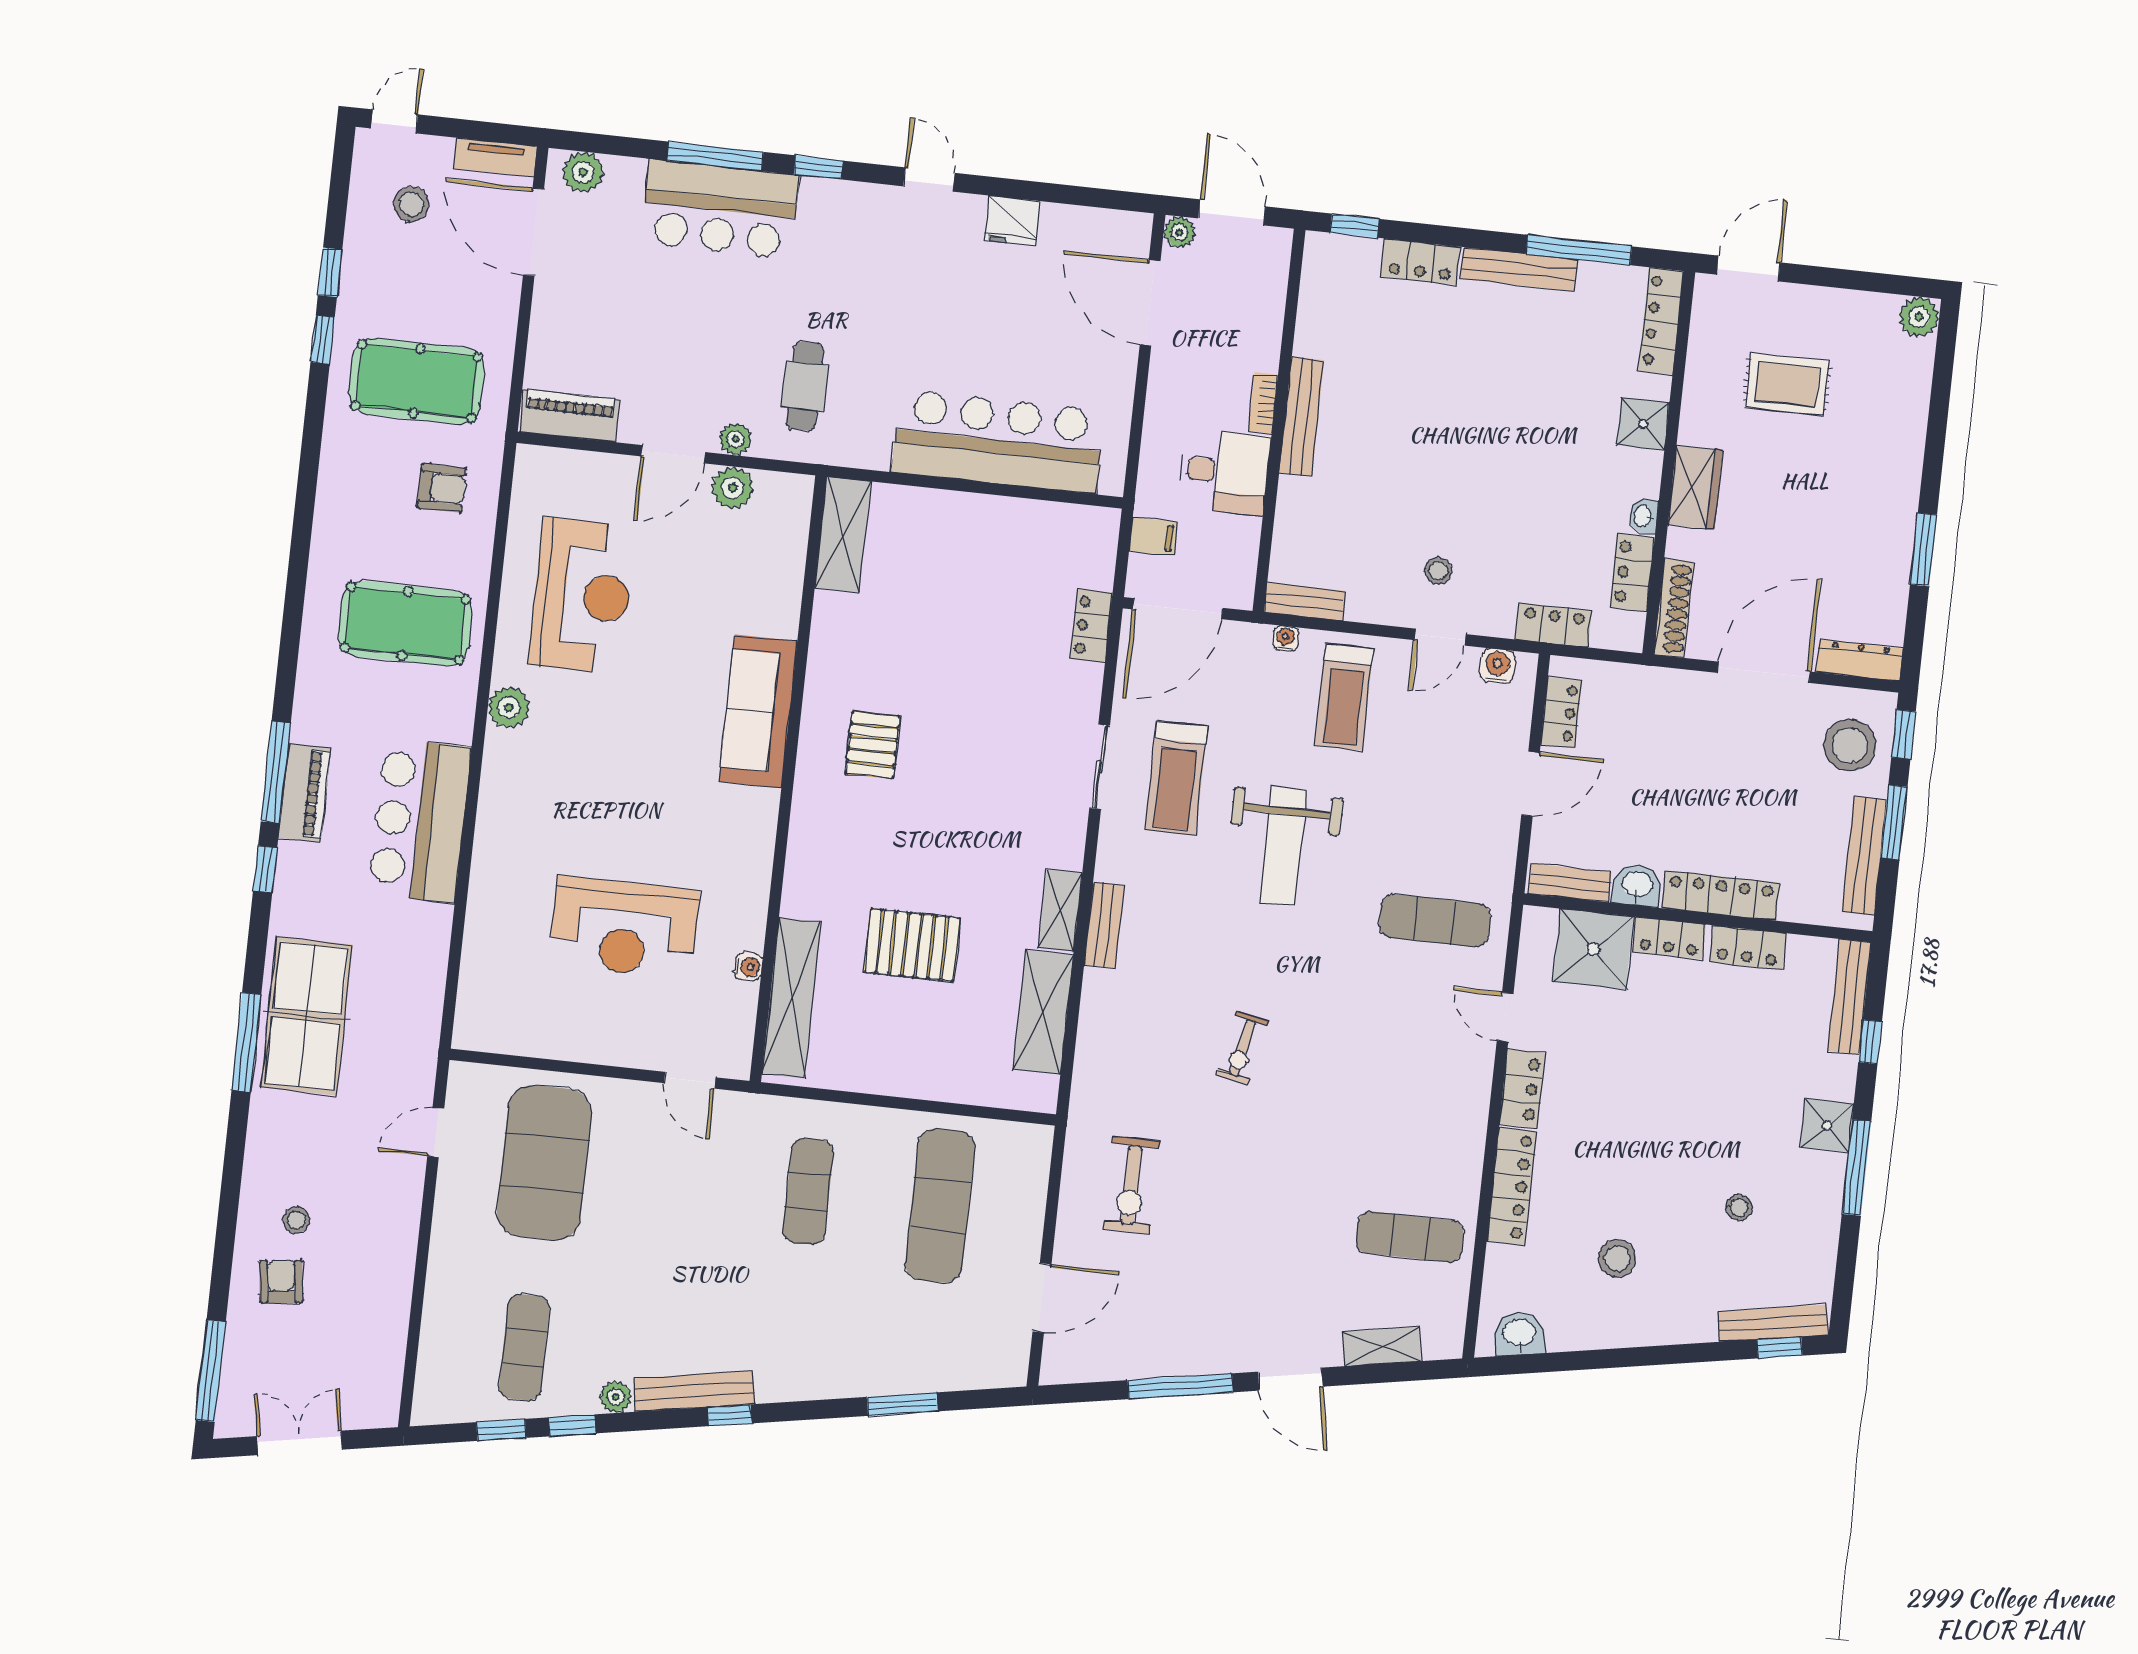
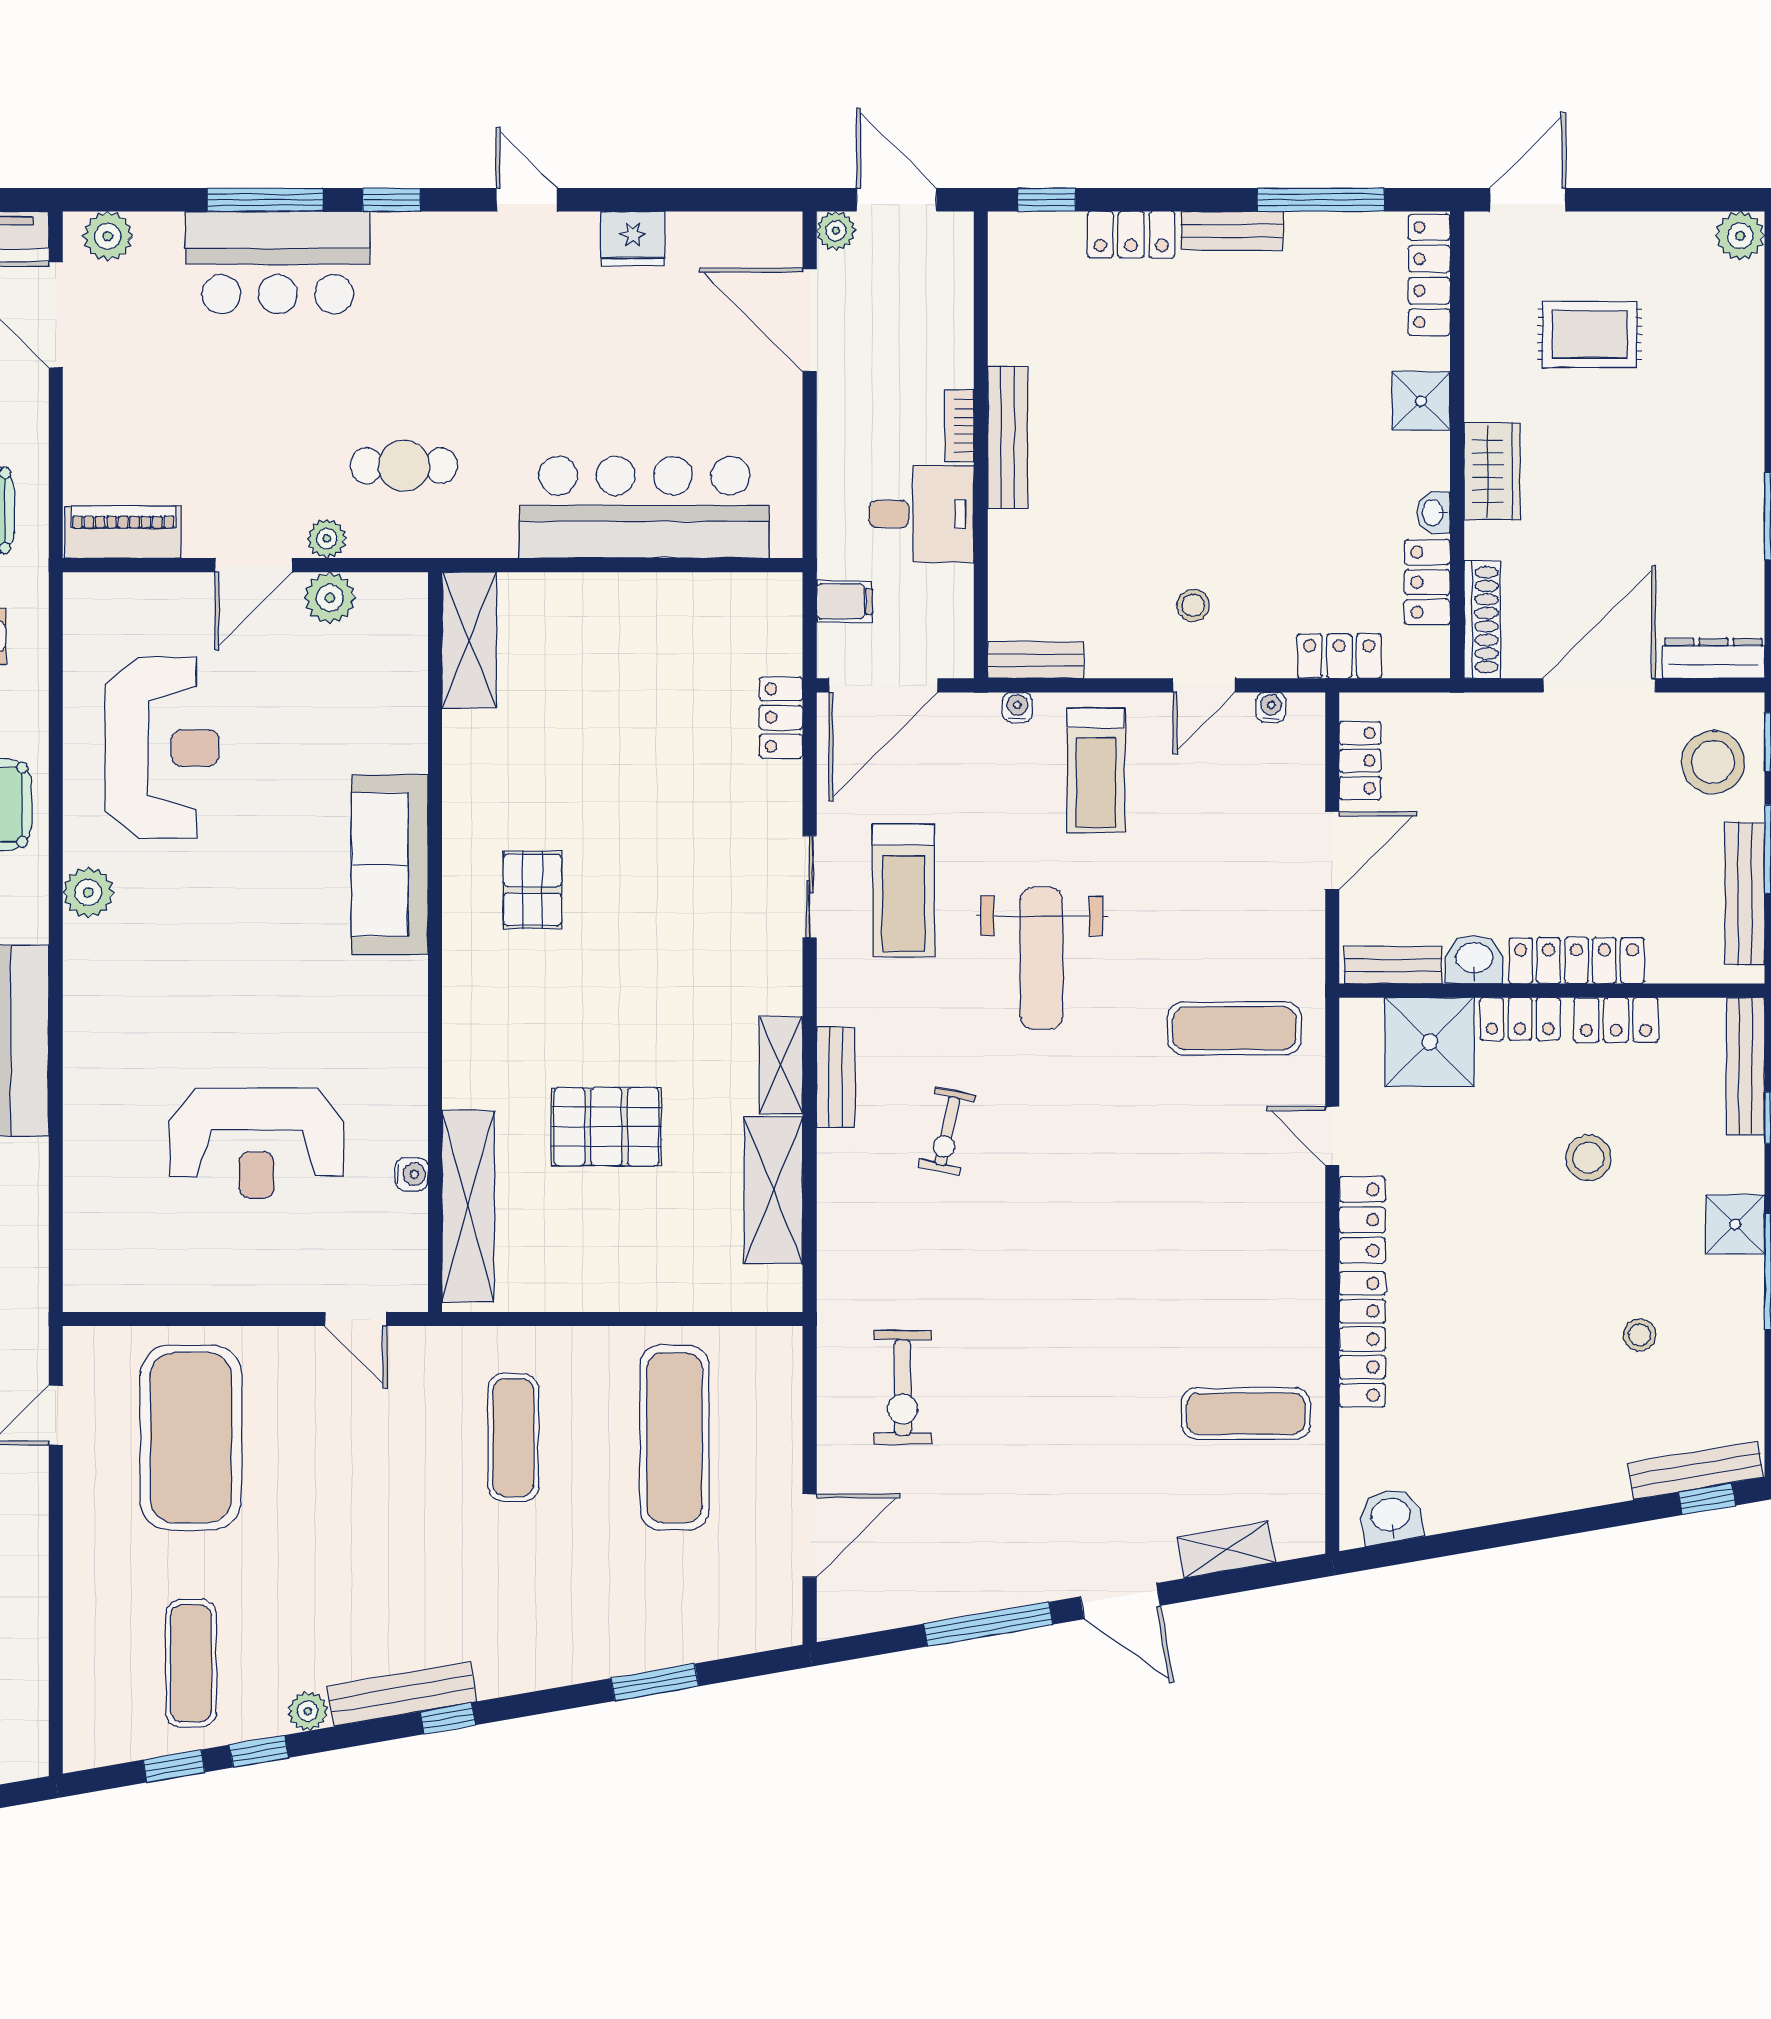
bench: (1519, 269) -> (1232, 231), width x0.73
cafe table: (805, 386) -> (404, 466), turned 90
water cooler: (1497, 666) -> (1271, 707), width x0.72, depth x0.72
exercise bike: (1242, 1048) -> (947, 1131), moved
stool: (1617, 1258) -> (1588, 1158), moved

